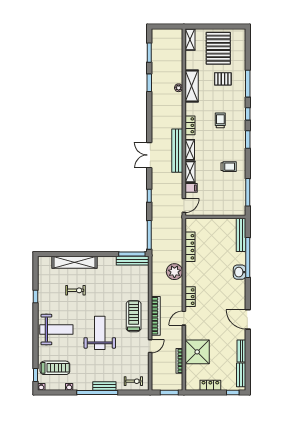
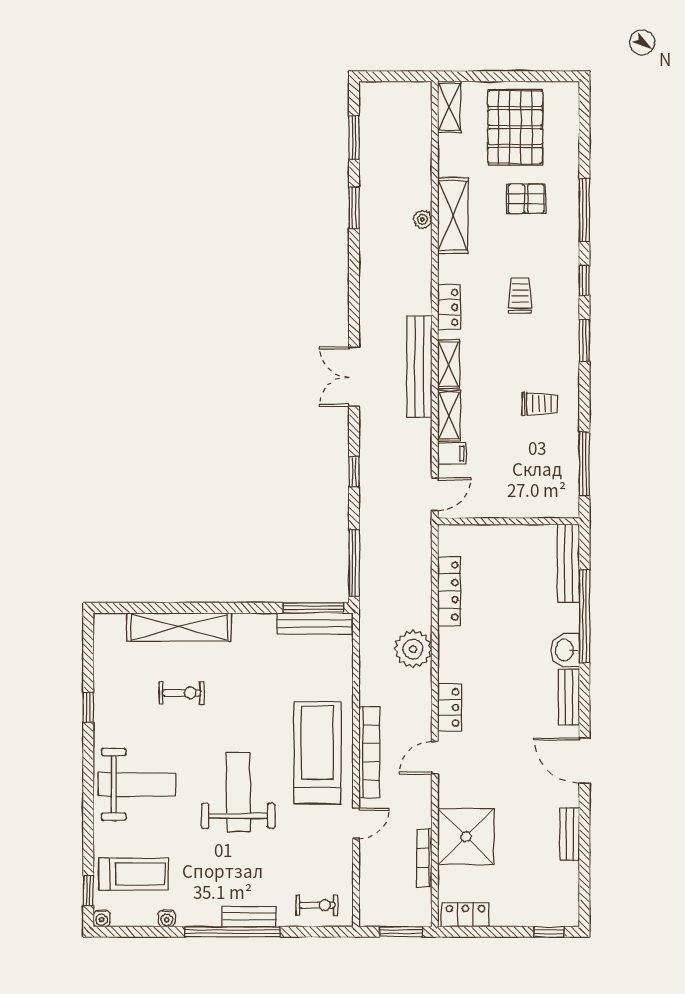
treadmill: (134, 316) -> (317, 753), width x1.37, depth x1.38
bench: (241, 375) -> (569, 697), moved
locker: (210, 385) -> (465, 915), moved

